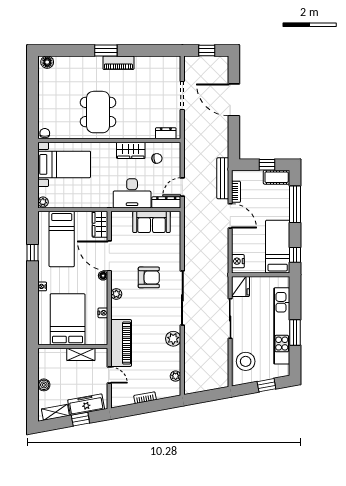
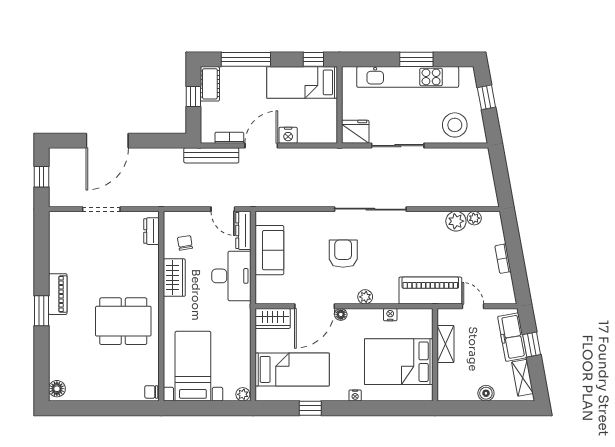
nightstand: (238, 261) -> (288, 135), moved
plant: (173, 339) -> (456, 221), moved
door: (109, 375) -> (473, 306), hinge flipped

